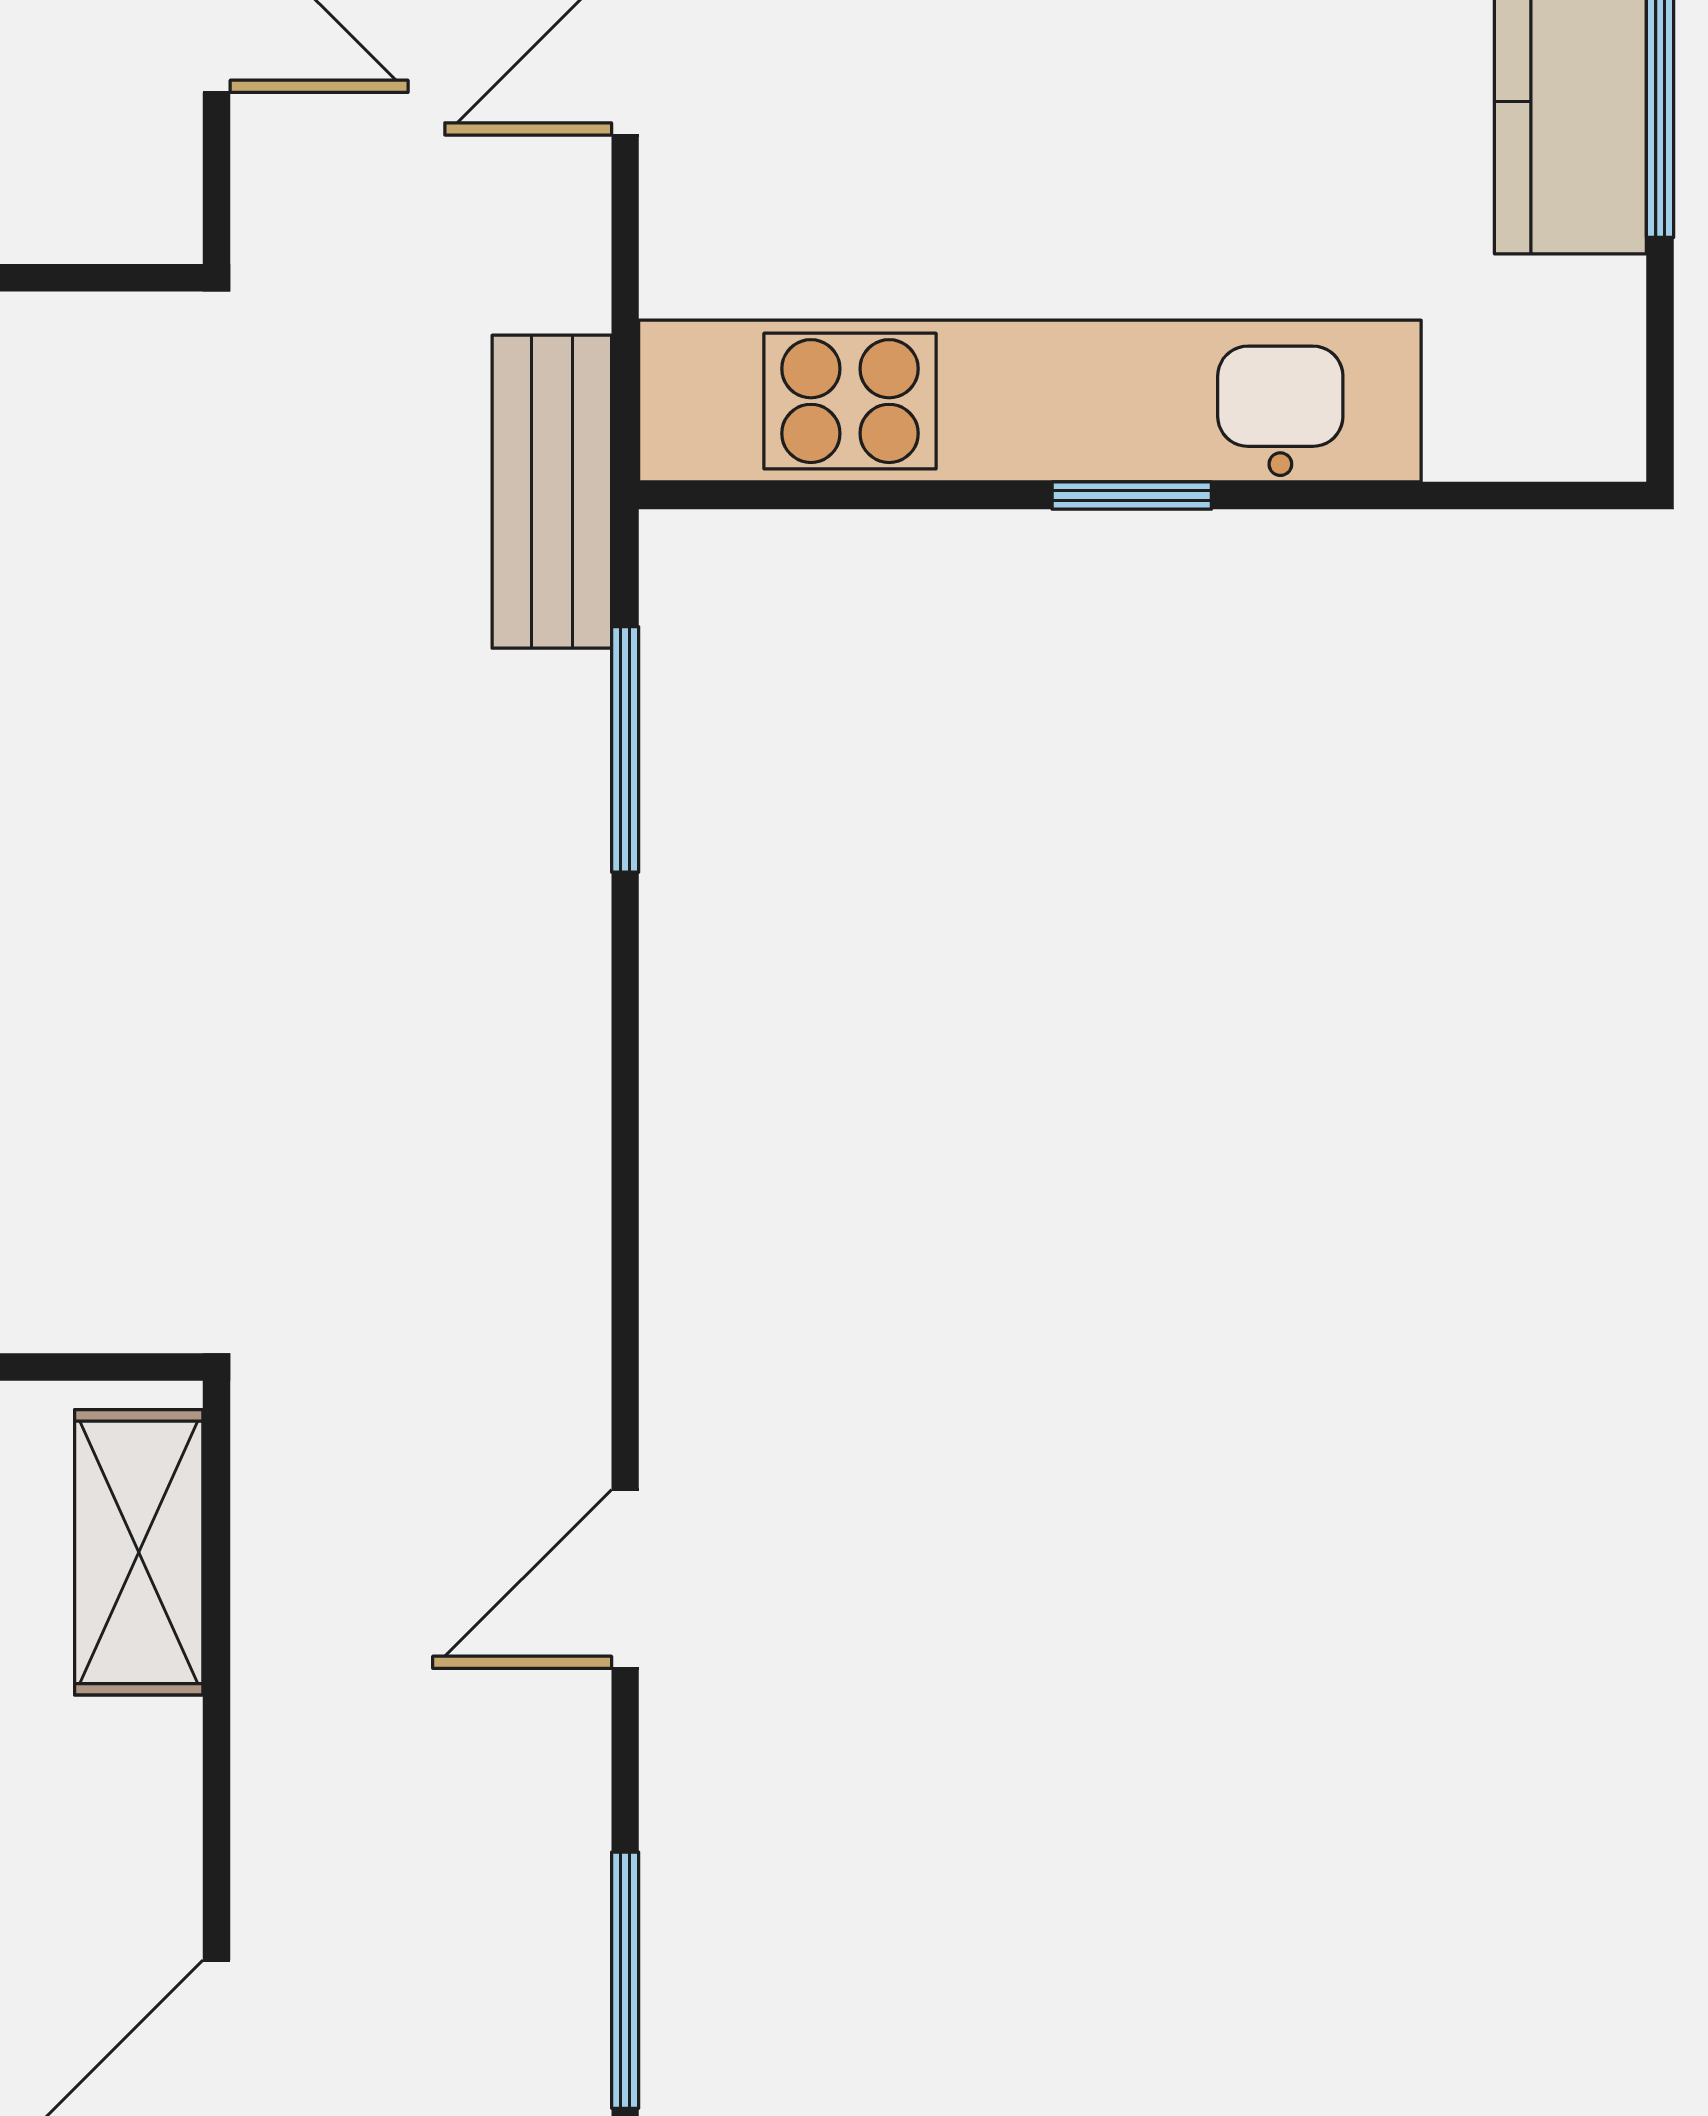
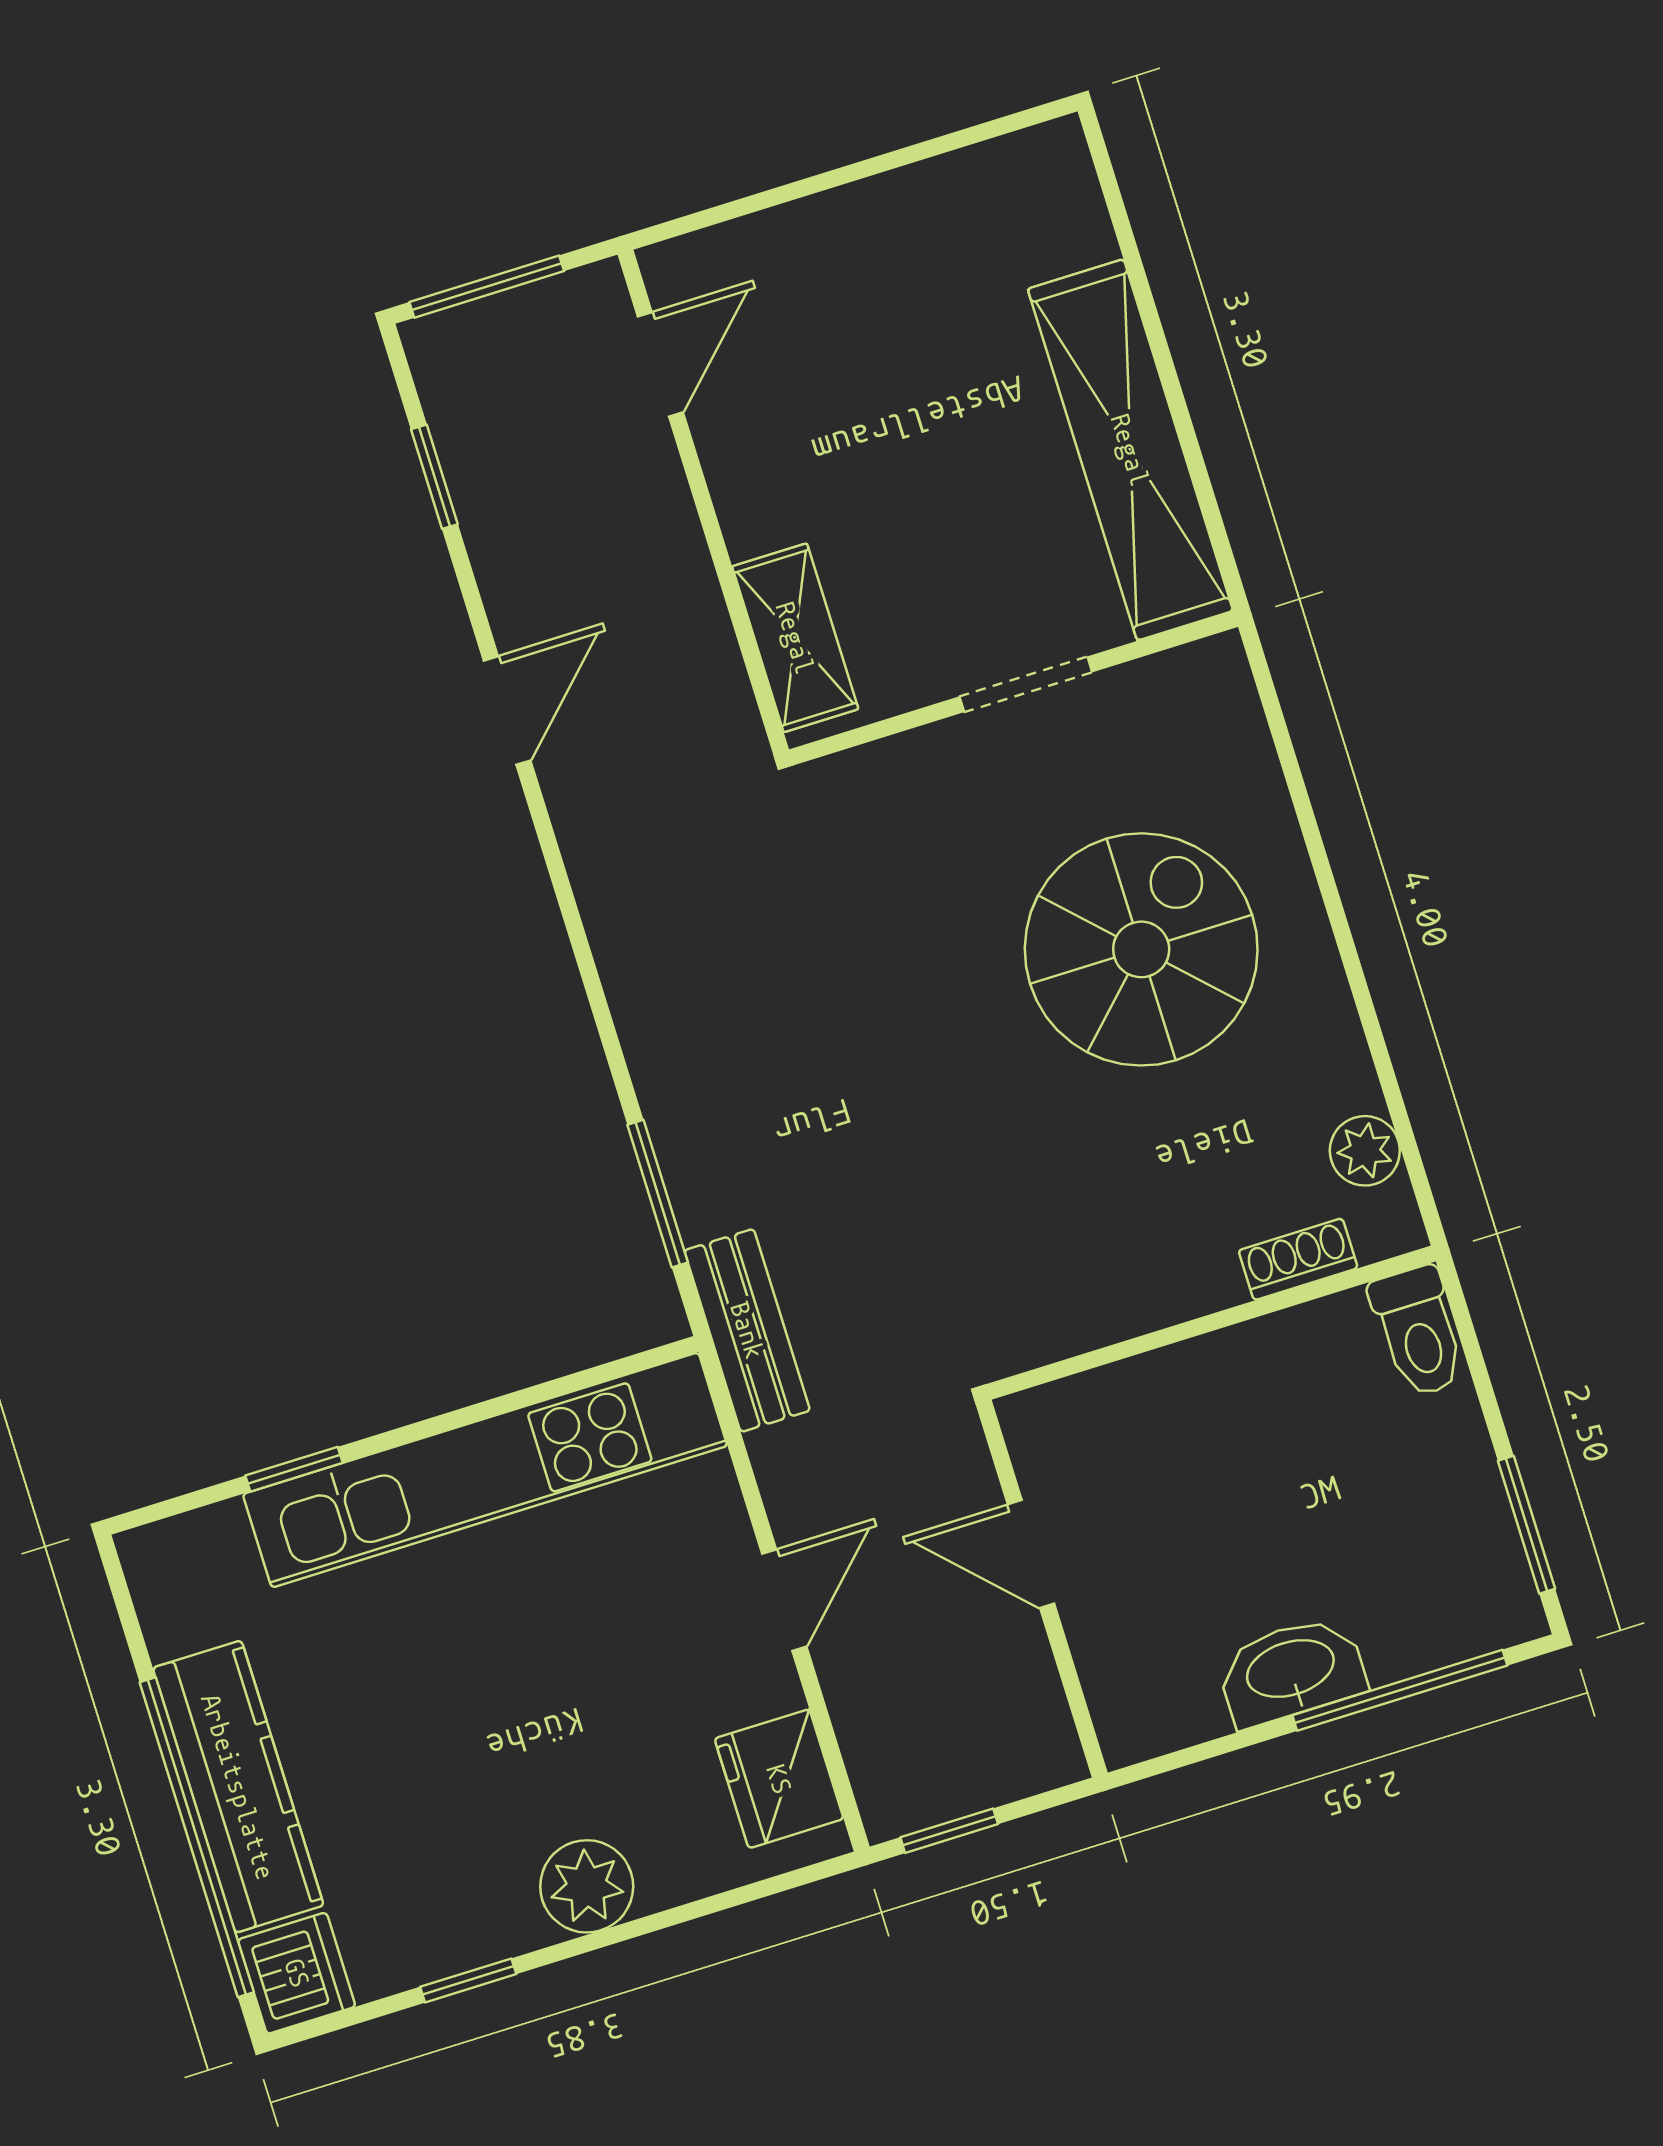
window: (1132, 496) -> (294, 1469), moved
window: (625, 1980) -> (434, 477), width x0.67

